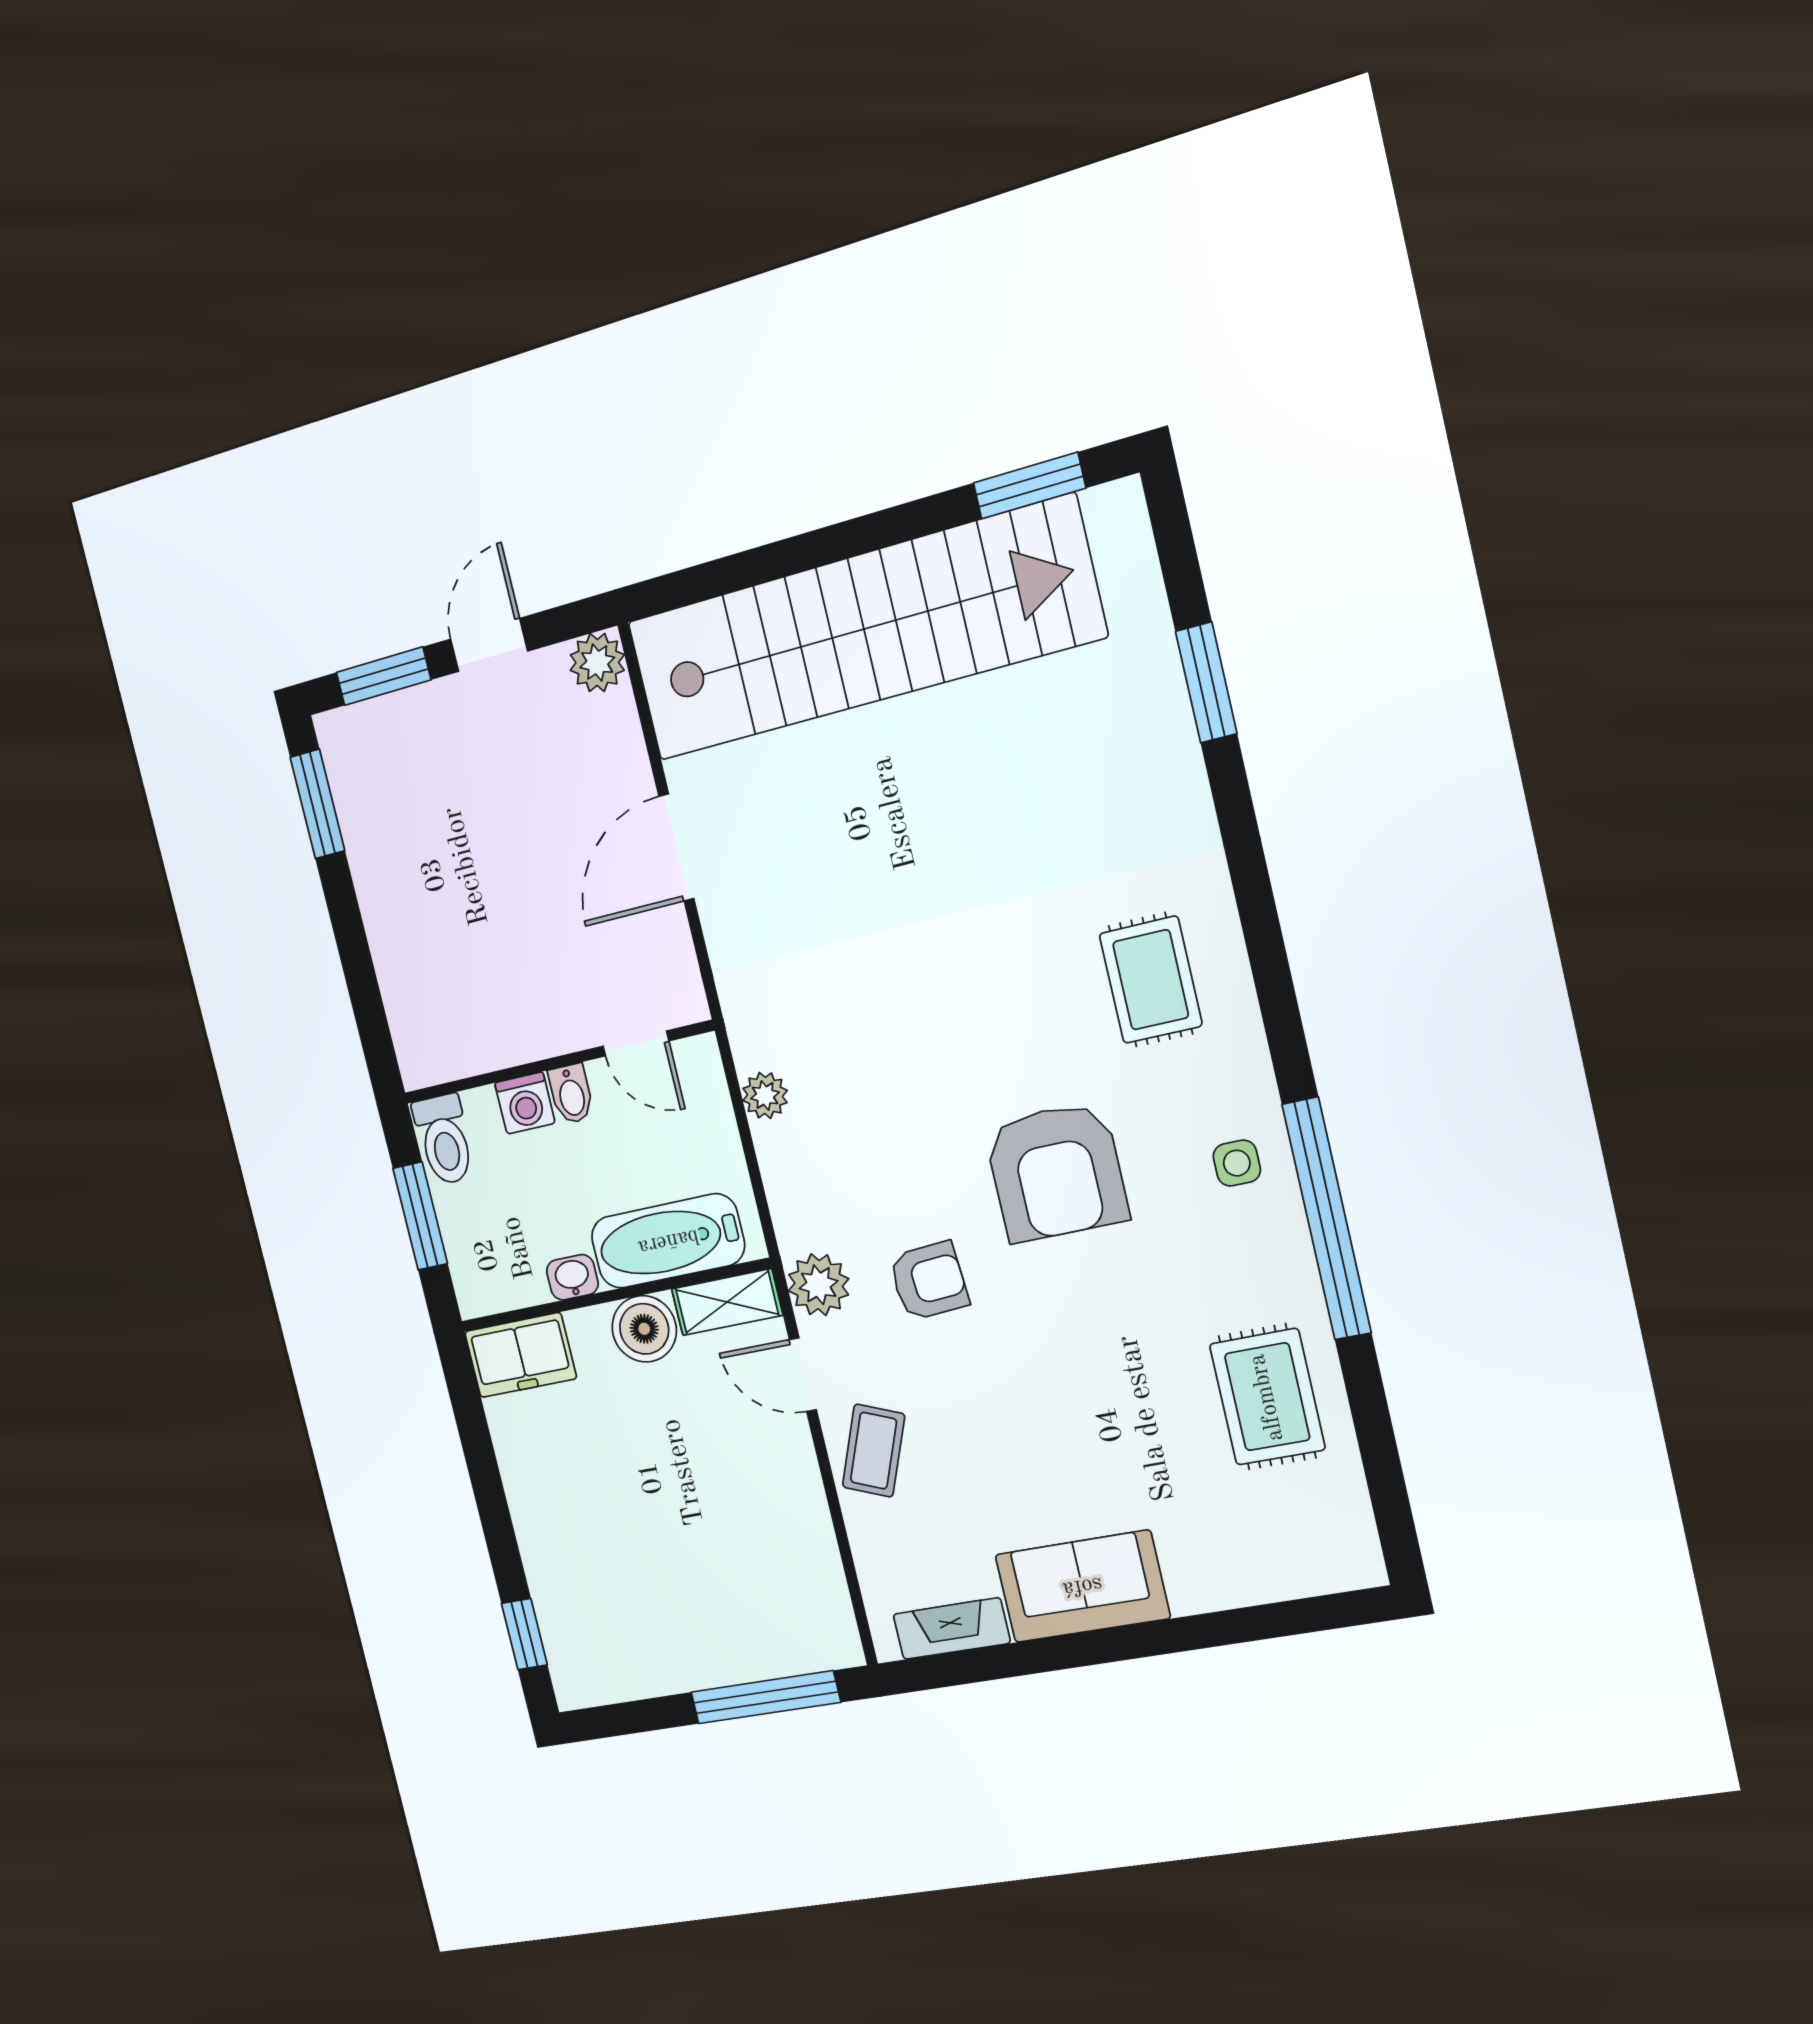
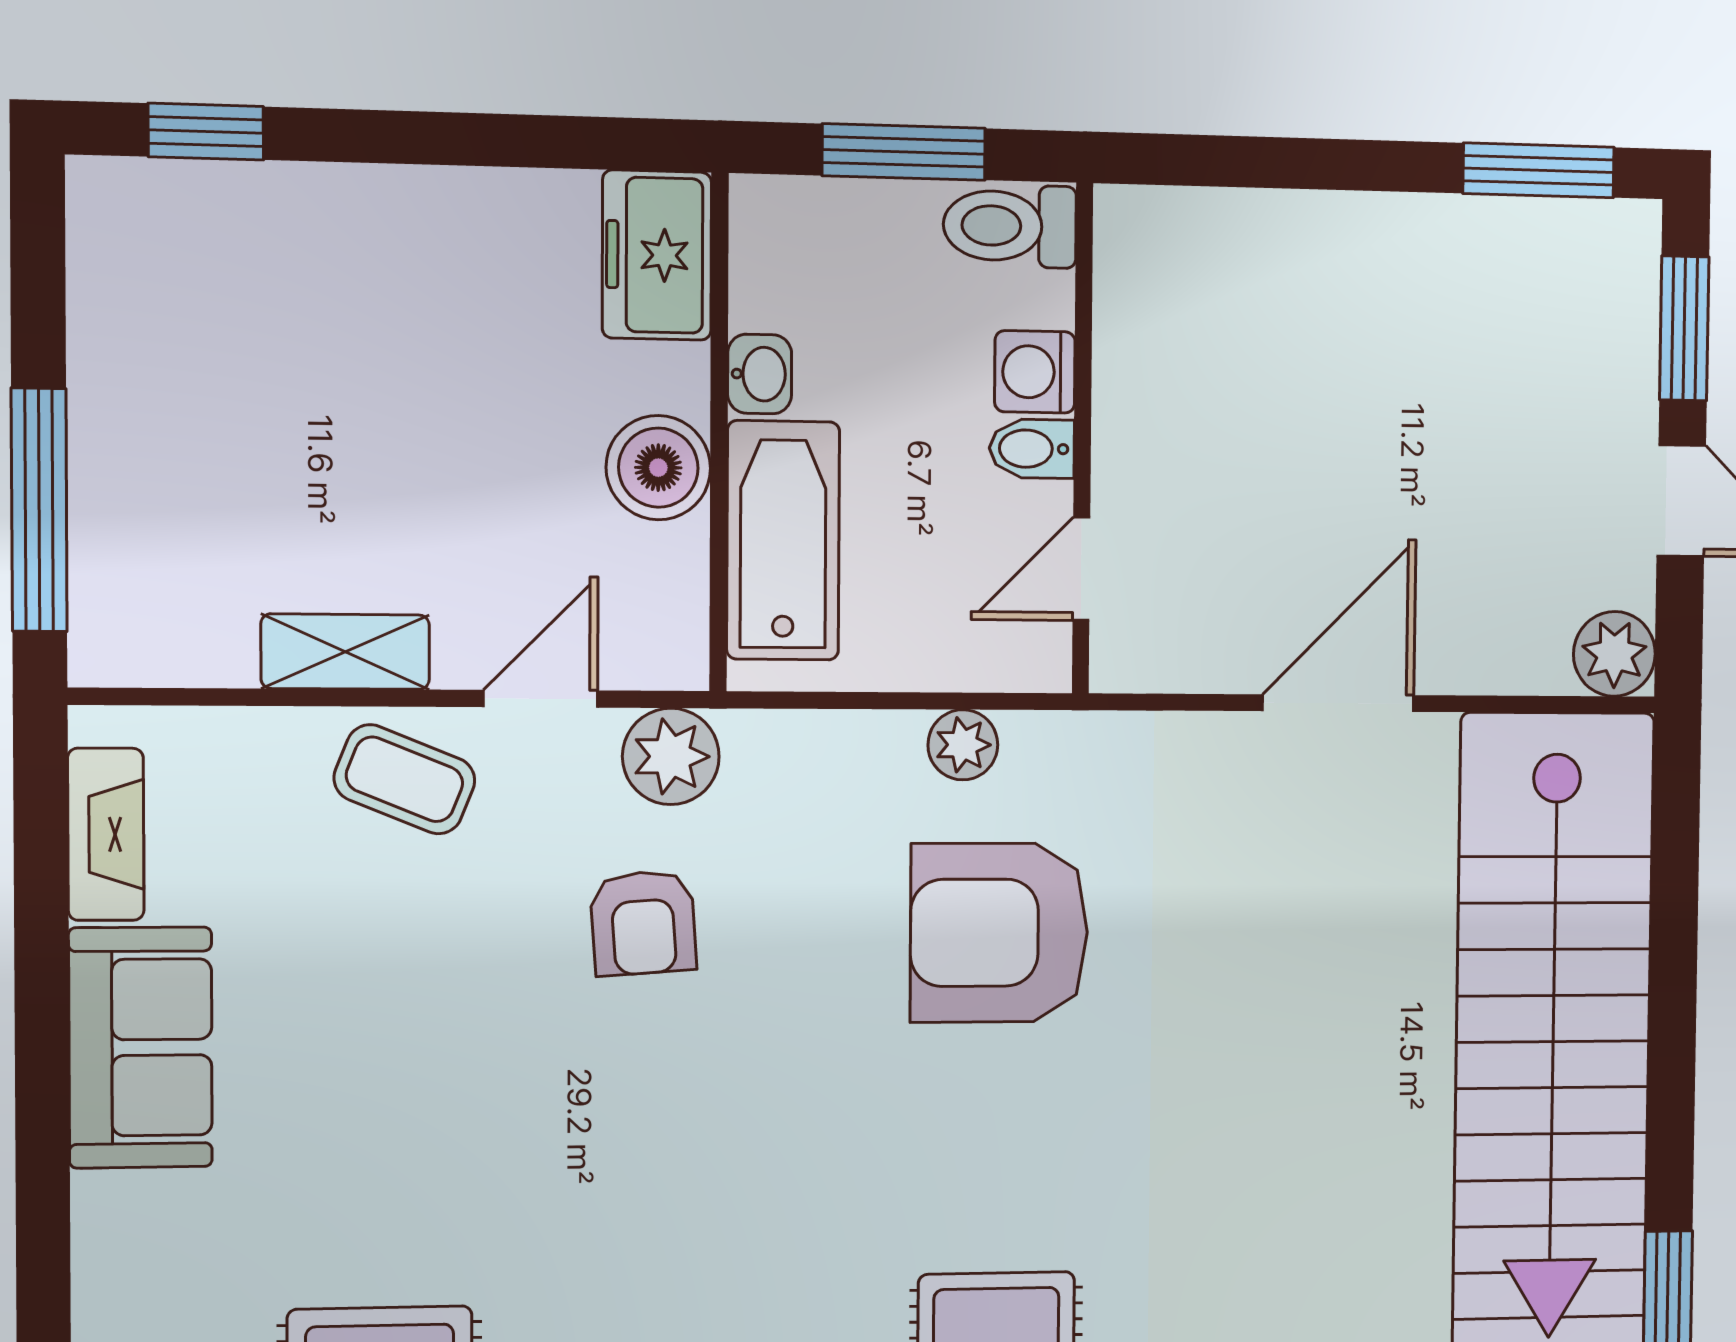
door: (676, 847) -> (1338, 703), hinge flipped
armchair: (1056, 1172) -> (999, 933), moved
shelving: (727, 1302) -> (345, 652), moved, turned 90

